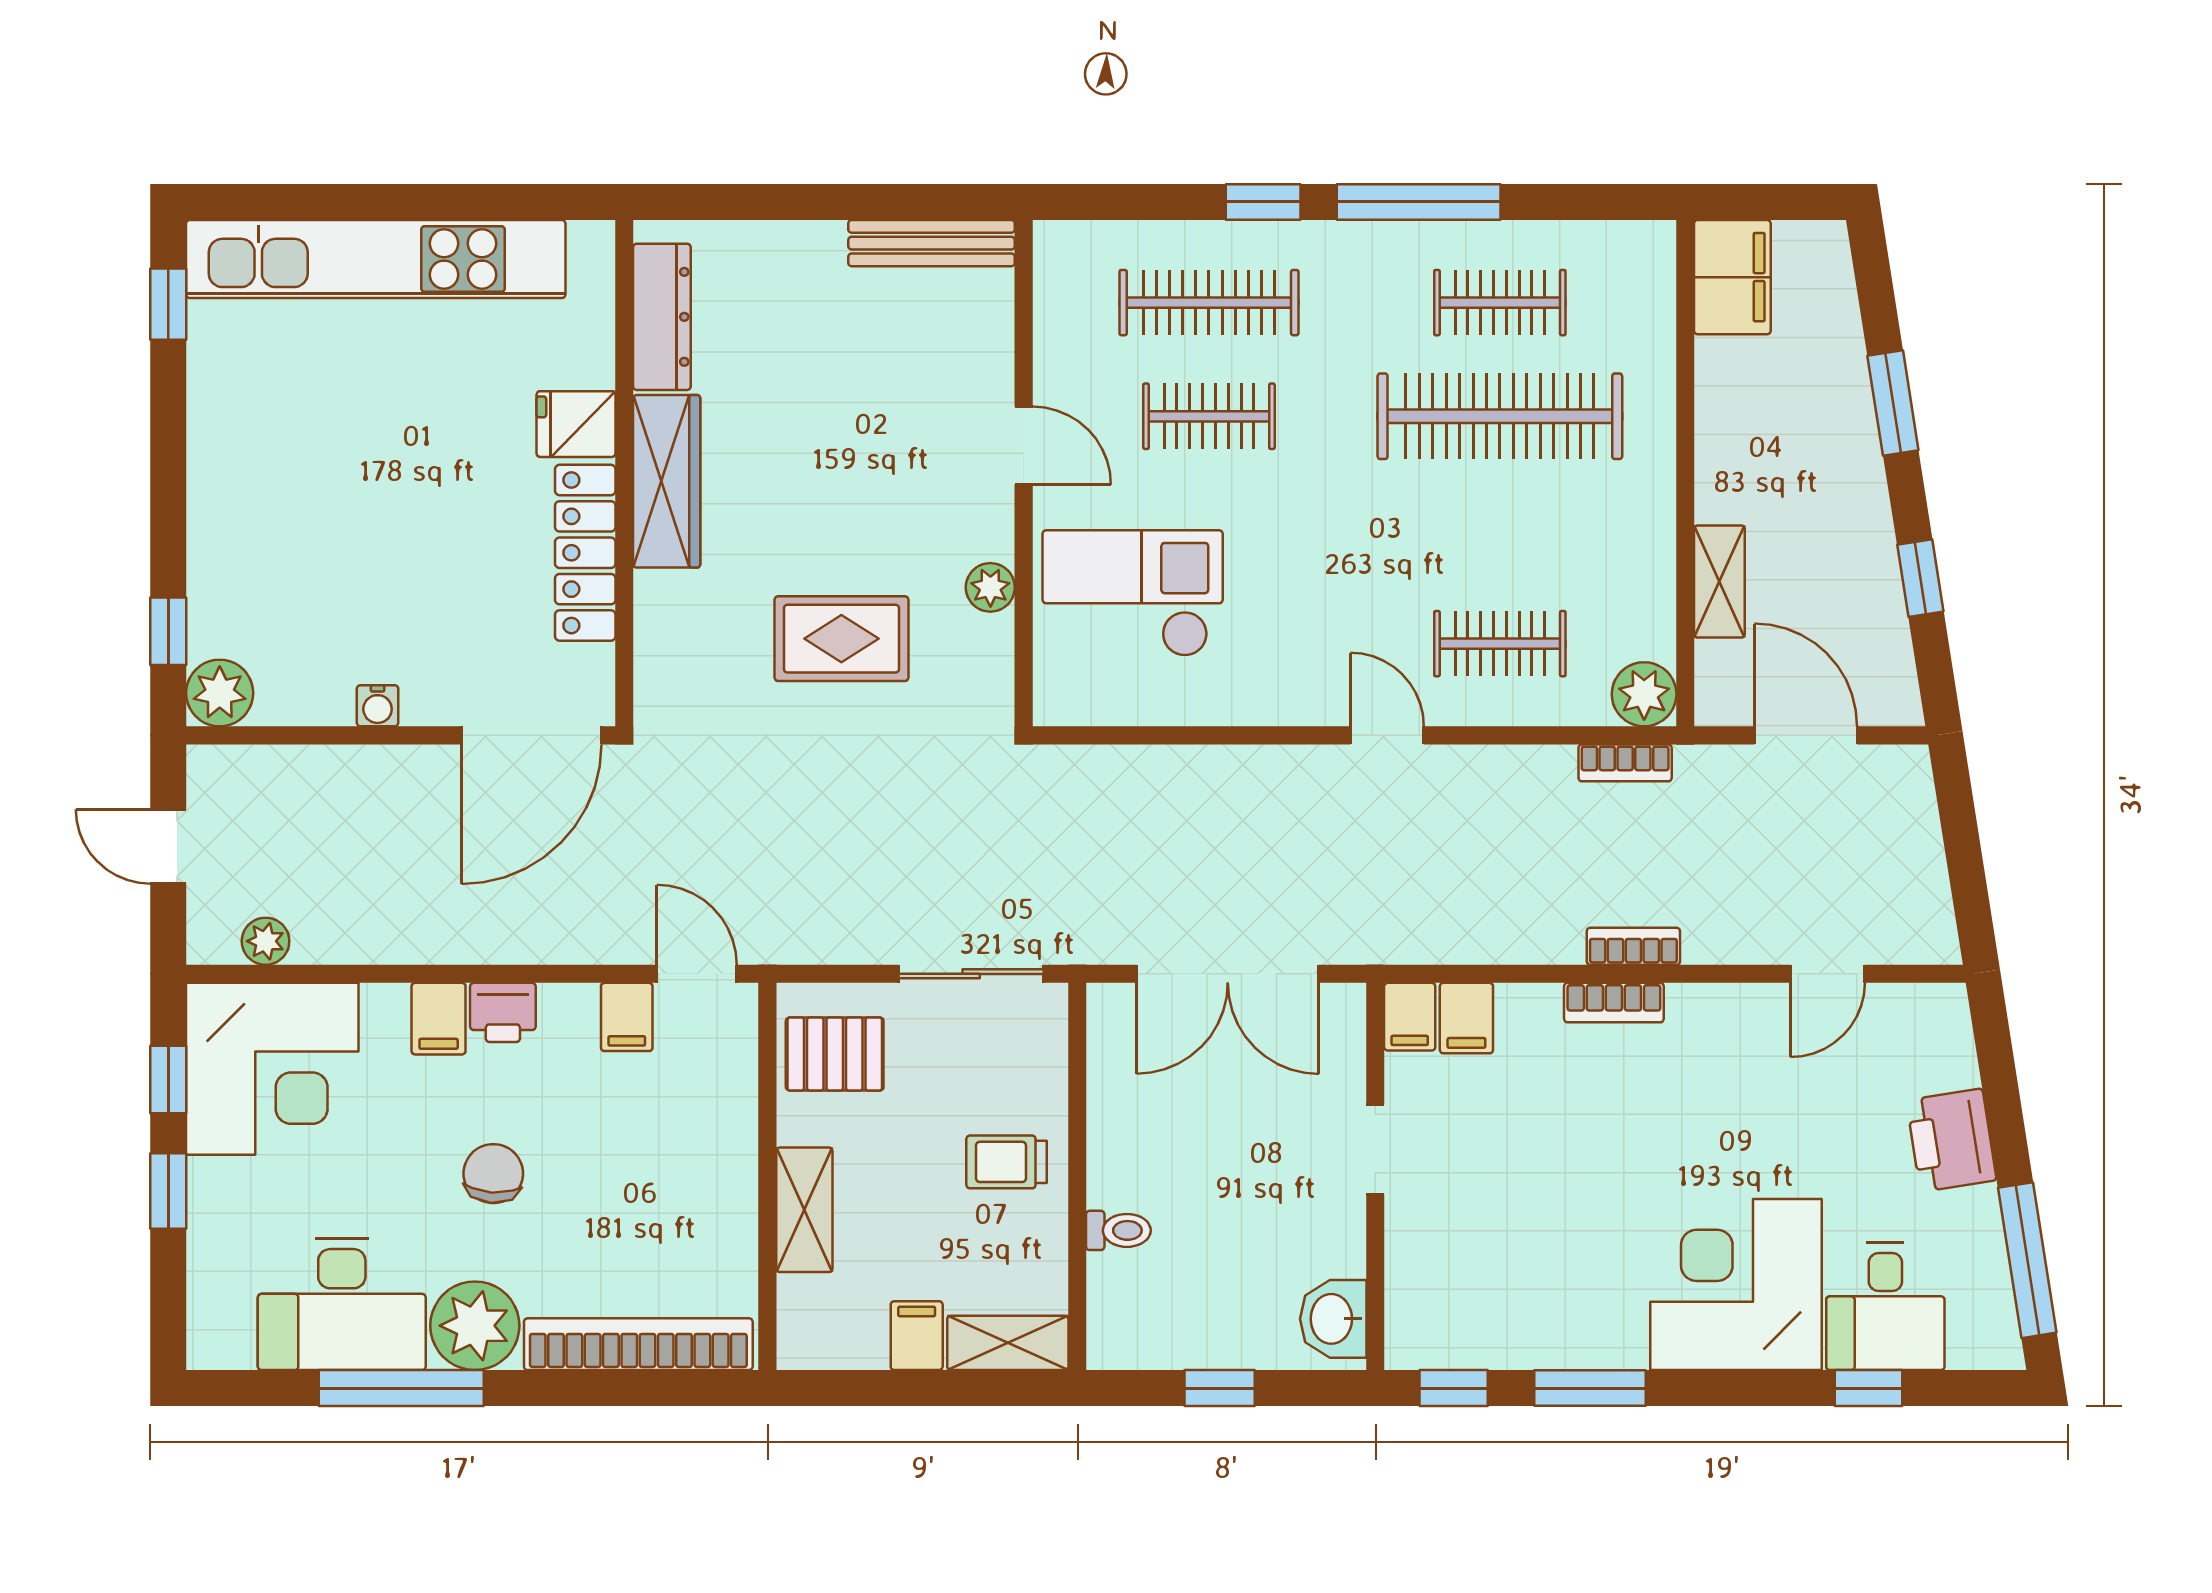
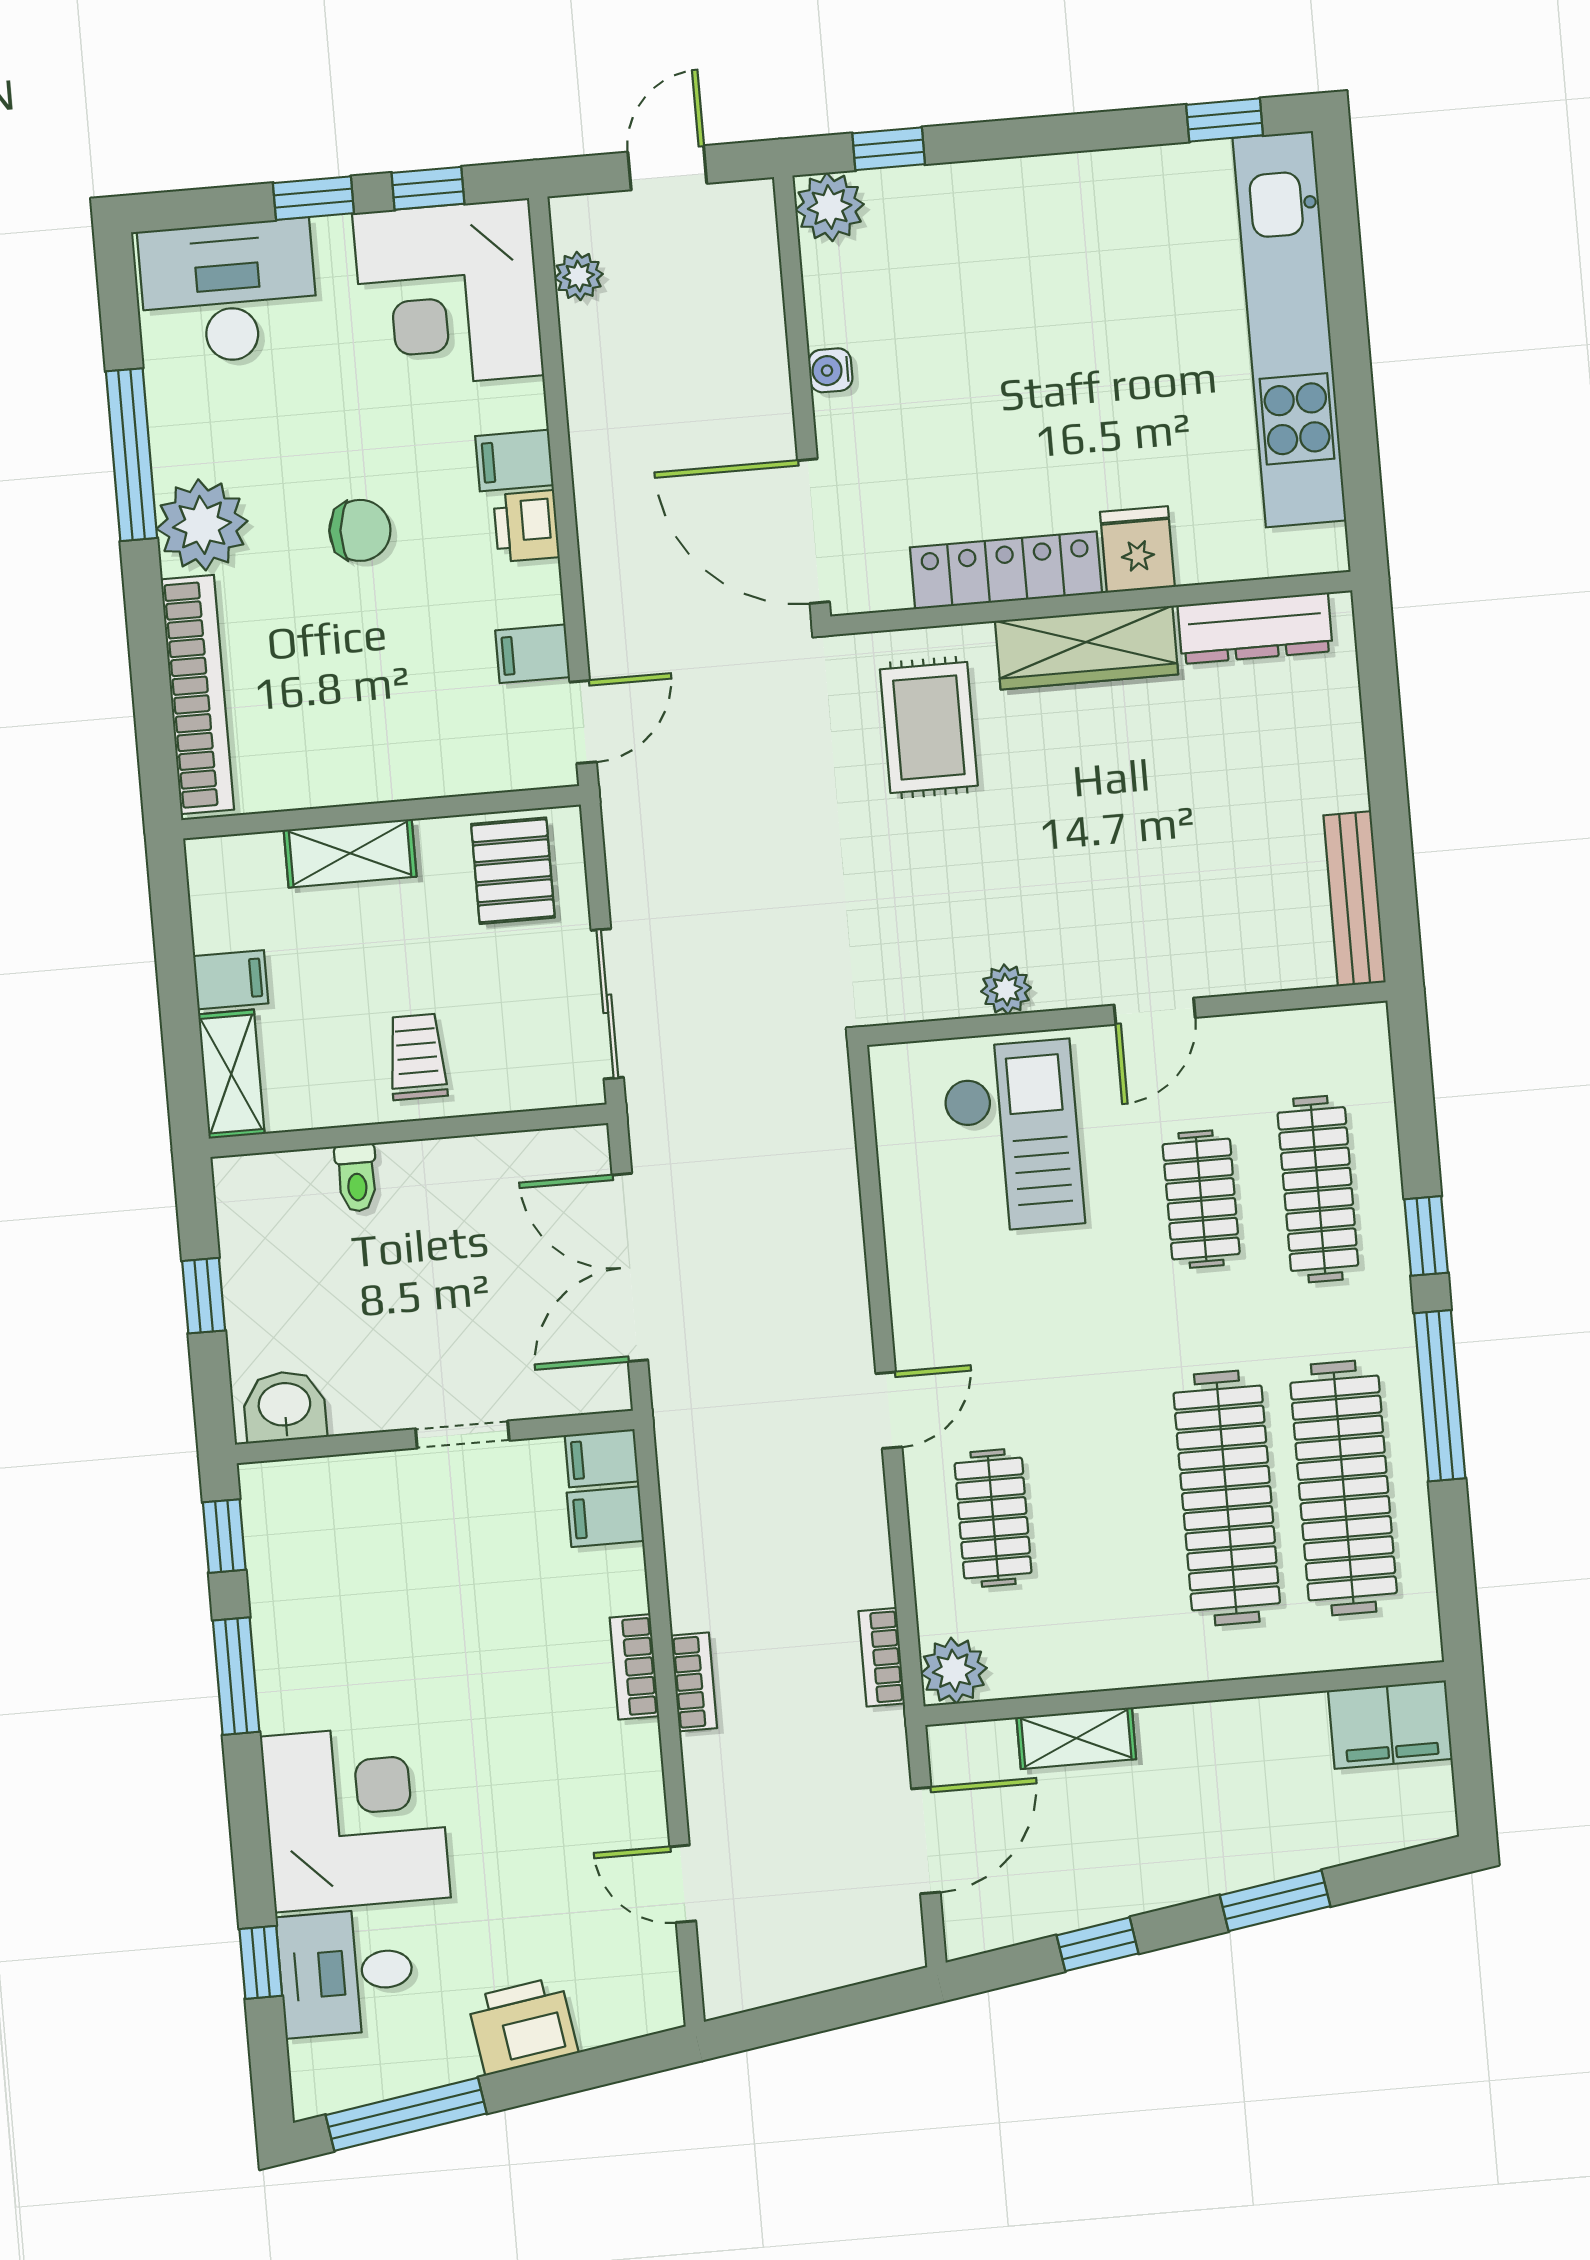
clothes rail: (1500, 303) -> (1344, 1488), width x1.86, depth x1.31
rug: (841, 639) -> (929, 727), moved
desk: (342, 1304) -> (229, 292), moved, turned 90

